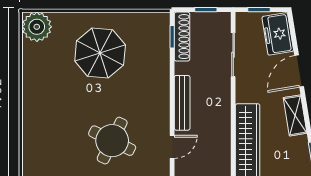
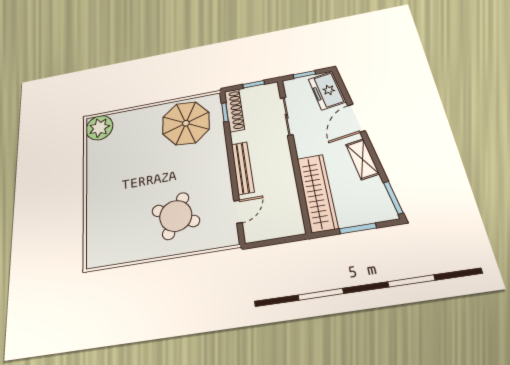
parasol: (100, 53) -> (186, 123), moved

